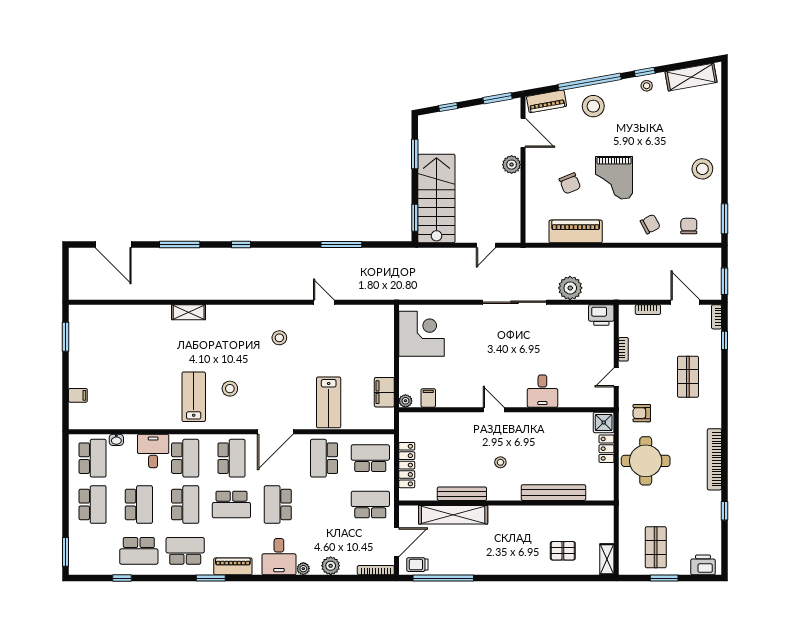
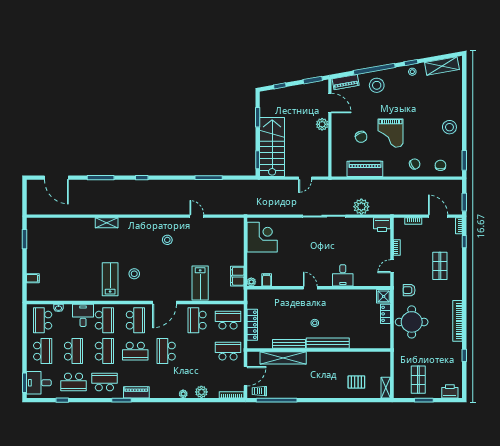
school desk: (93, 458) -> (43, 320), turned 180
bench: (553, 493) -> (328, 343), moved
desk: (279, 557) -> (39, 383), moved, turned 90

